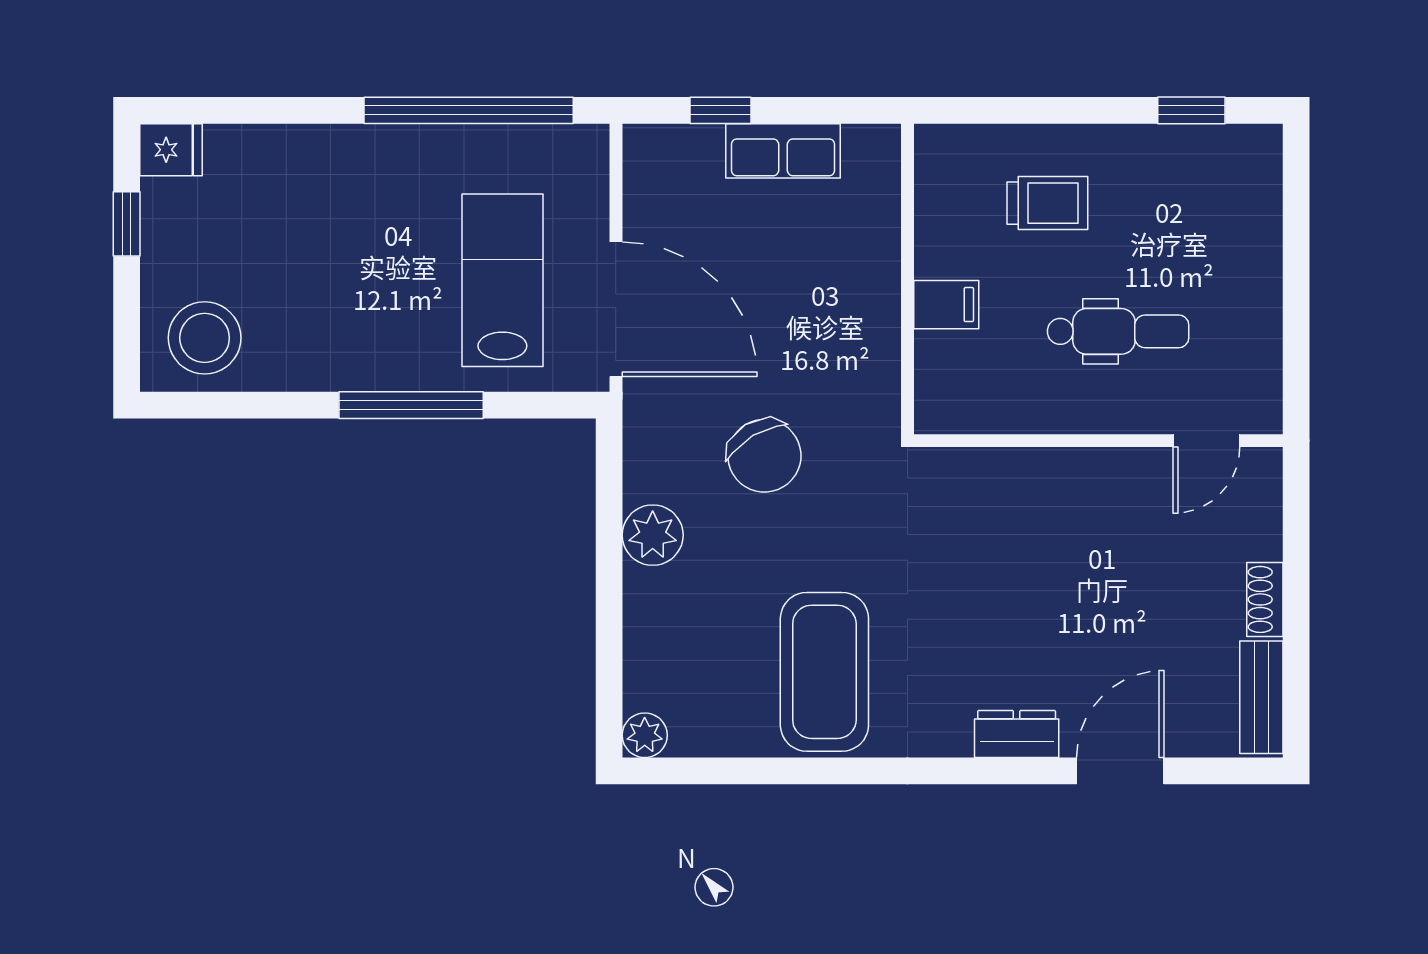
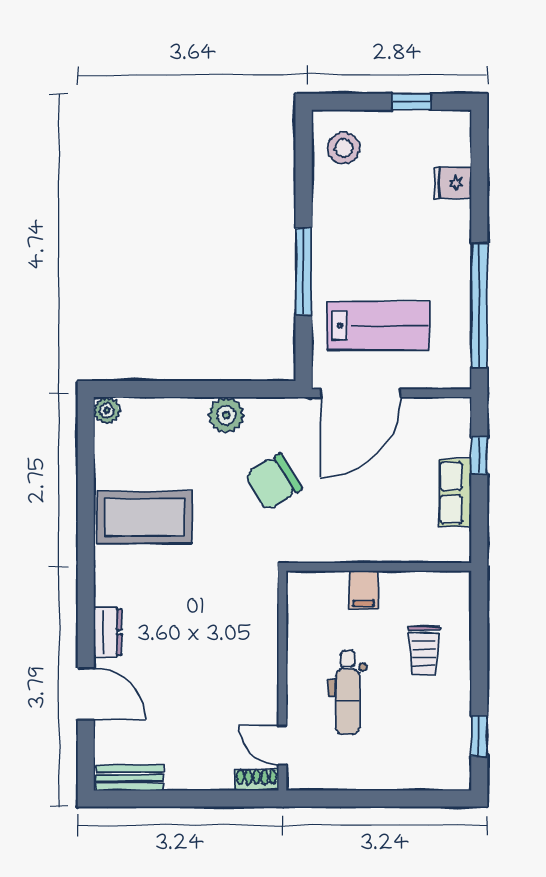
fridge: (171, 150) -> (453, 183), moved, turned 90
stool: (205, 338) -> (344, 148), width x0.73, depth x0.73
shoe rack: (1265, 599) -> (257, 780), moved

